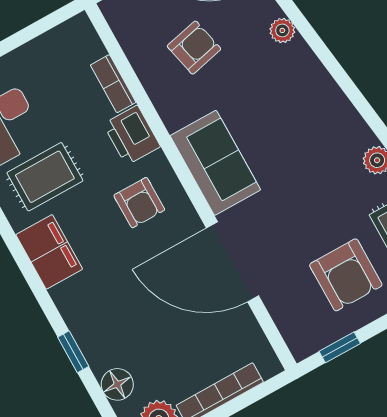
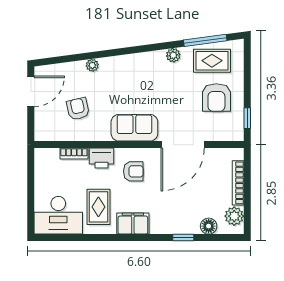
armchair: (346, 275) -> (216, 98), turned 90

